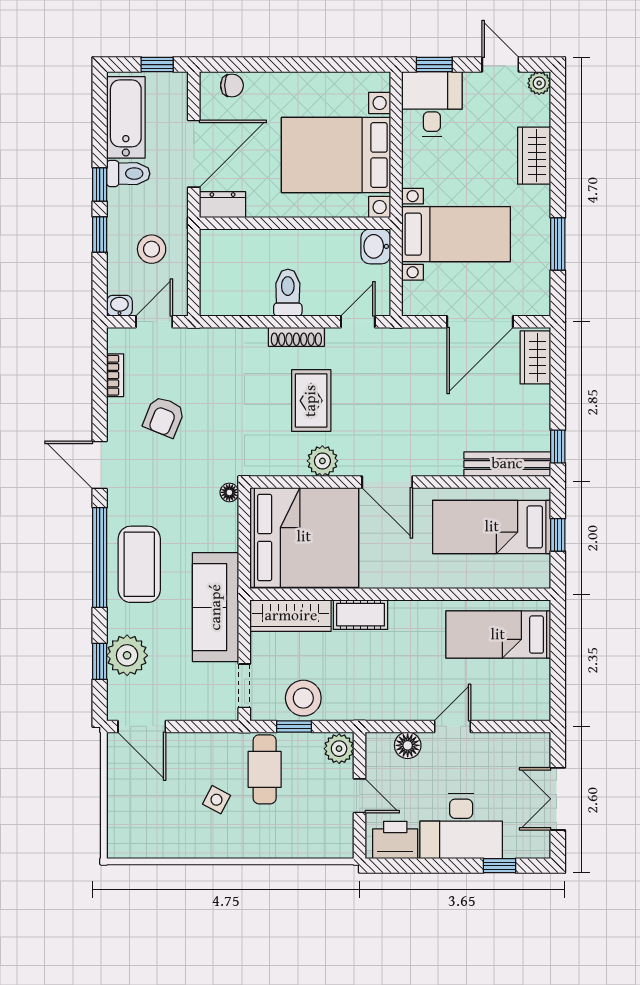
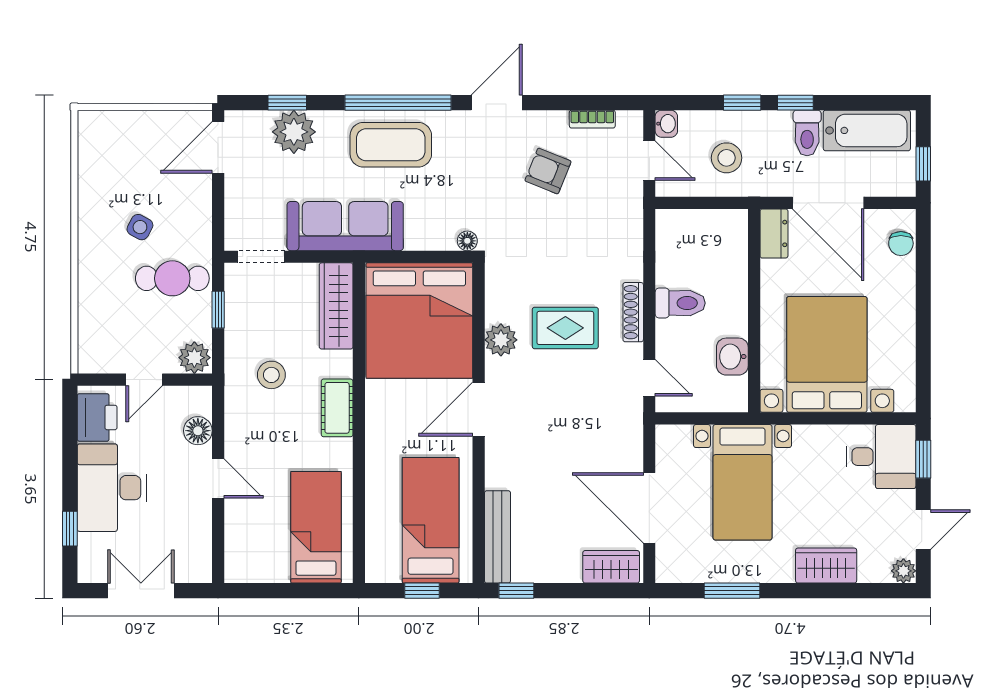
washbasin: (376, 246) -> (732, 357), moved, turned -90
cot: (361, 615) -> (337, 408), moved
stool: (303, 698) -> (271, 375), moved, width x0.73, depth x0.73

